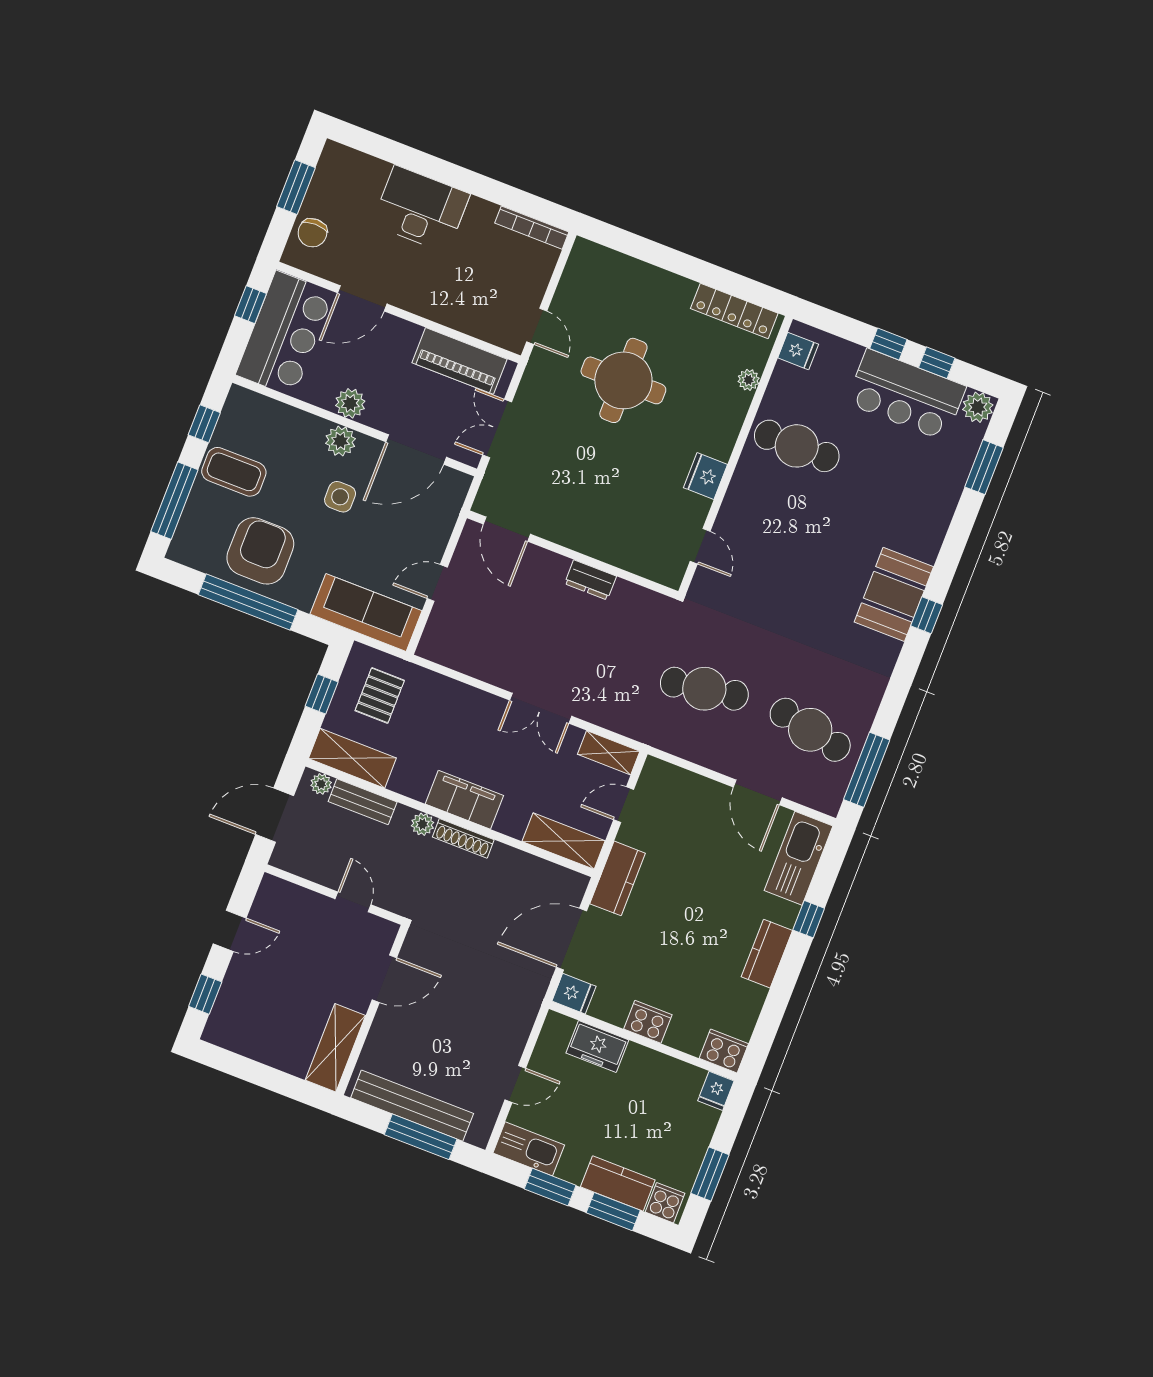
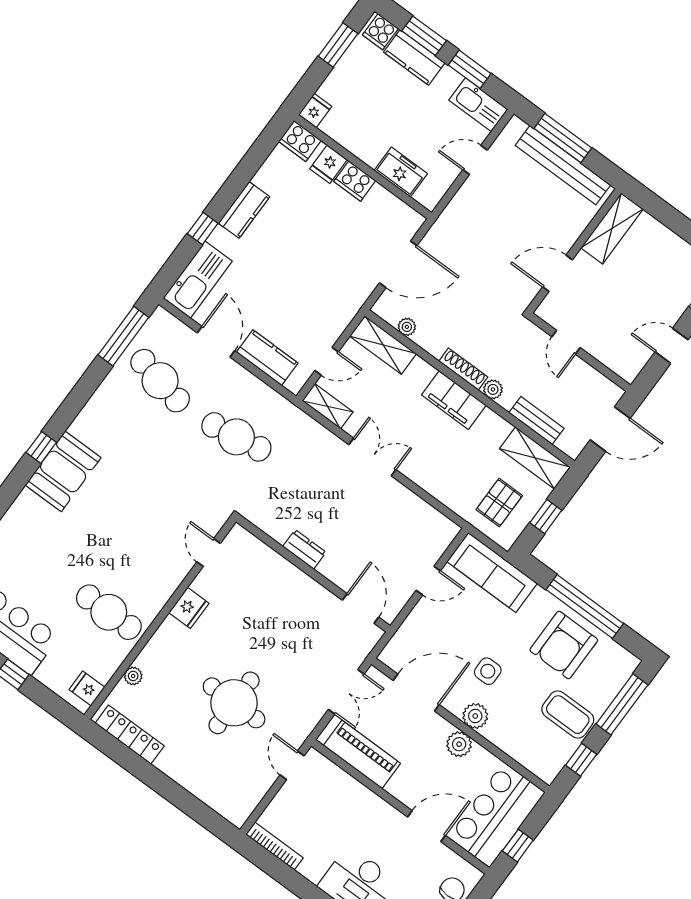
plant: (321, 784) -> (407, 327), moved
kitchen counter: (618, 878) -> (267, 358), moved, turned 90
fridge: (574, 994) -> (329, 164), moved, turned -90

